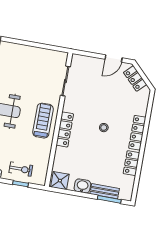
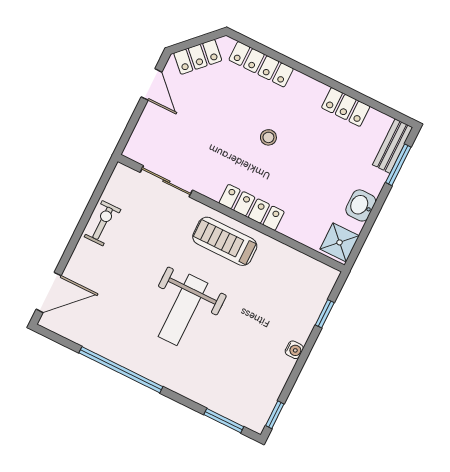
locker: (137, 133) -> (261, 64), moved
exercise bike: (21, 169) -> (103, 223), moved
bench: (105, 191) -> (393, 146), moved

